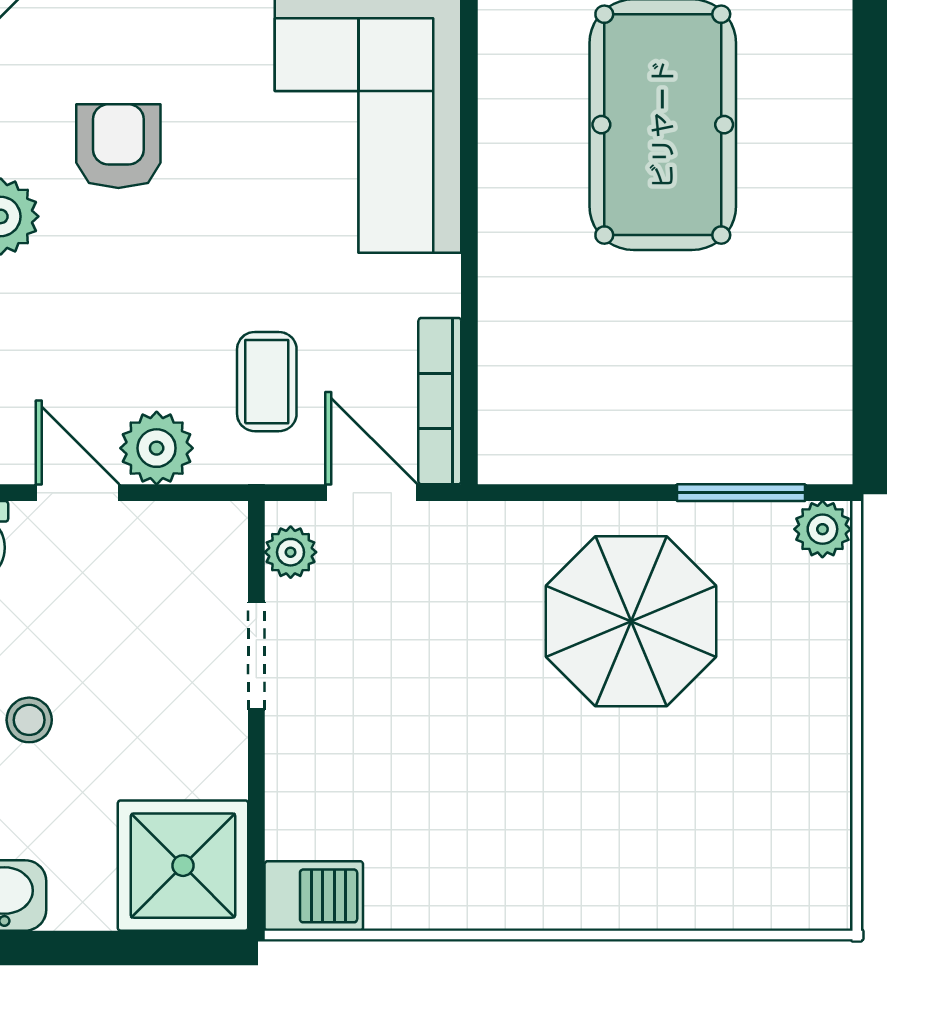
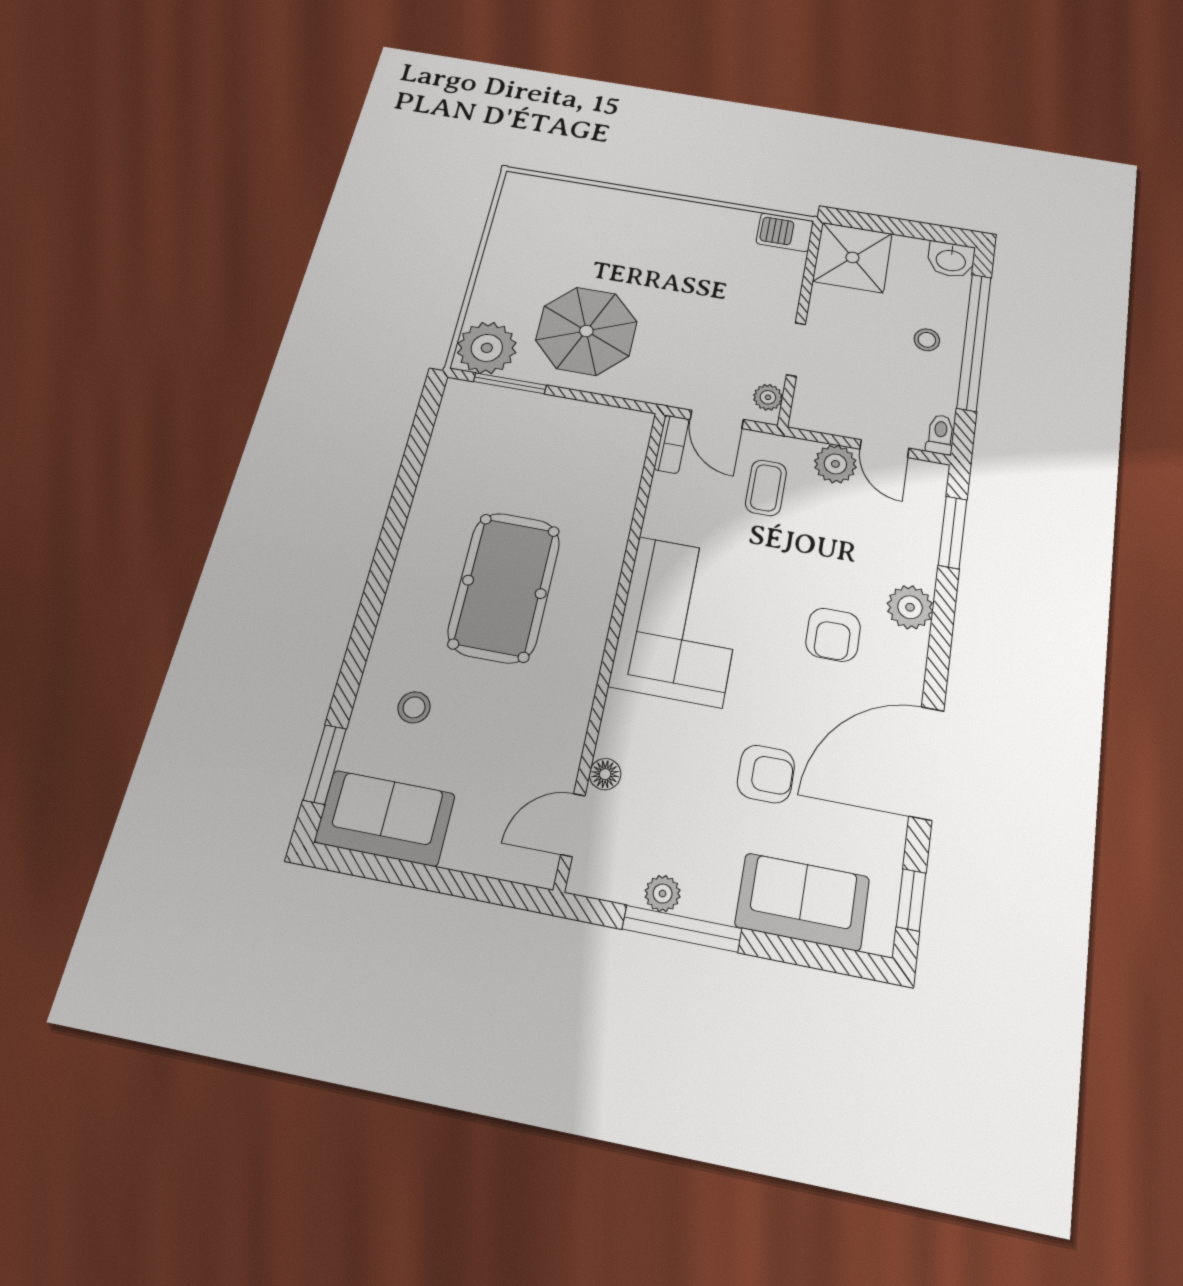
bookcase: (440, 401) -> (672, 444), width x0.64
plant: (822, 529) -> (487, 348), width x1.88, depth x1.88

